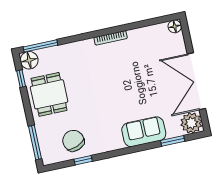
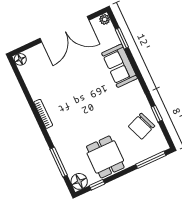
window: (40, 46) -> (59, 162), moved
dining table: (49, 94) -> (105, 157), turned 90
plant: (191, 123) -> (105, 19), width x0.53, depth x0.53

